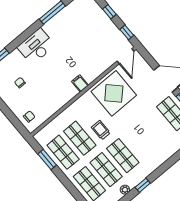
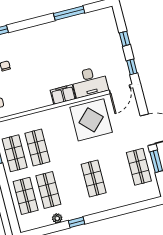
desk: (36, 46) -> (90, 82), moved, turned 180
filing cabinet: (80, 83) -> (63, 95), width x2.00
trolley: (101, 130) -> (61, 149), removed
shop shelf: (123, 156) -> (94, 178), moved

